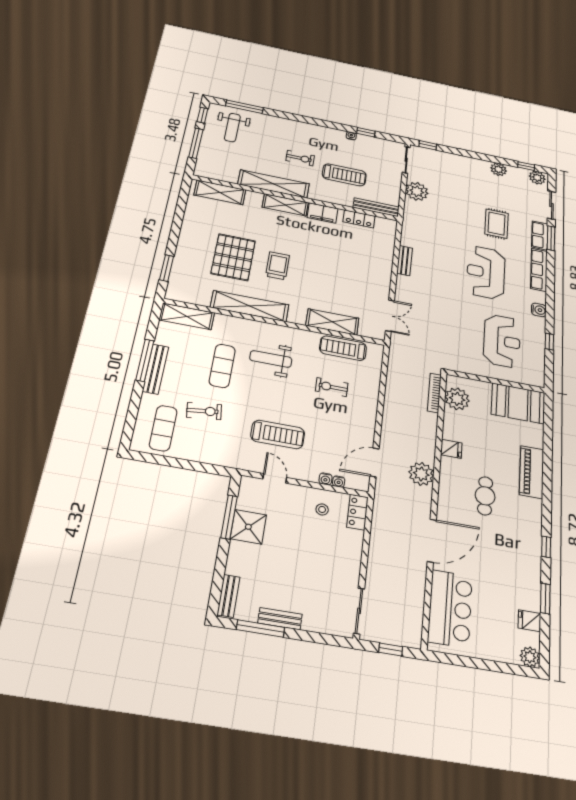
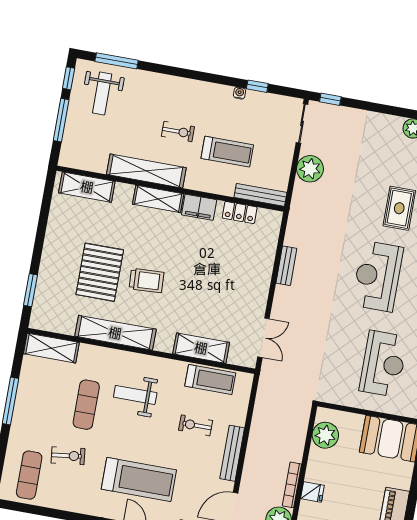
trolley: (278, 266) -> (146, 280), turned 87
treadmill: (343, 348) -> (210, 380), turned 180
bench: (156, 369) -> (232, 453), moved
bookcase: (434, 393) -> (292, 485), moved
treadmill: (278, 434) -> (139, 480), width x1.37, depth x1.37

